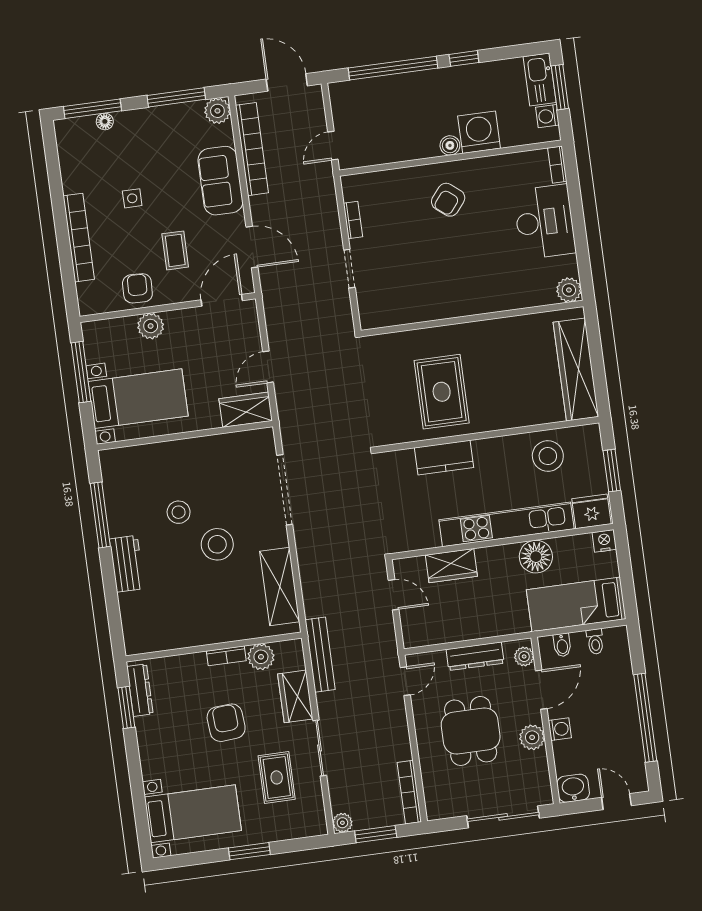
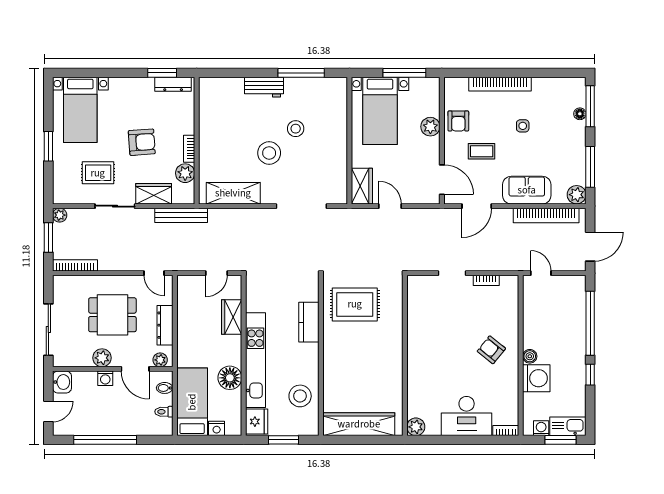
armchair: (137, 288) -> (458, 121), turned 88
rug: (442, 392) -> (355, 304), moved
nightstand: (604, 541) -> (217, 428), moved, turned 90

